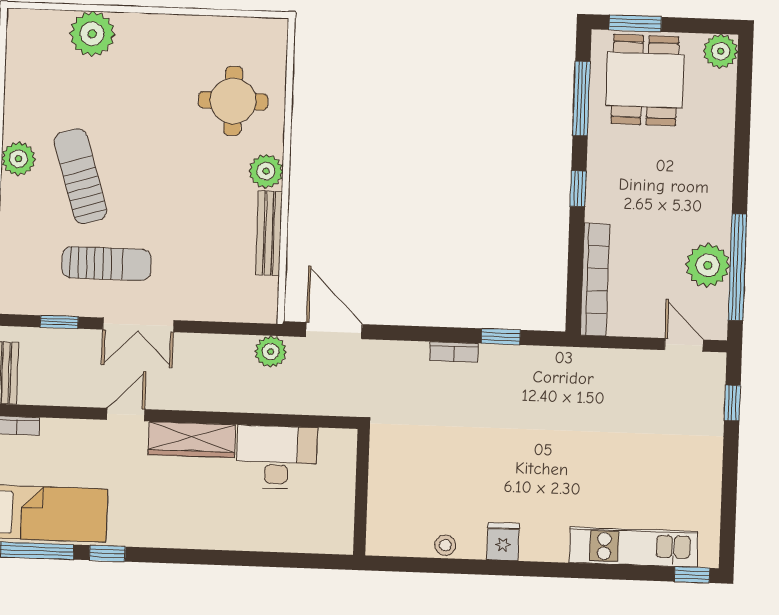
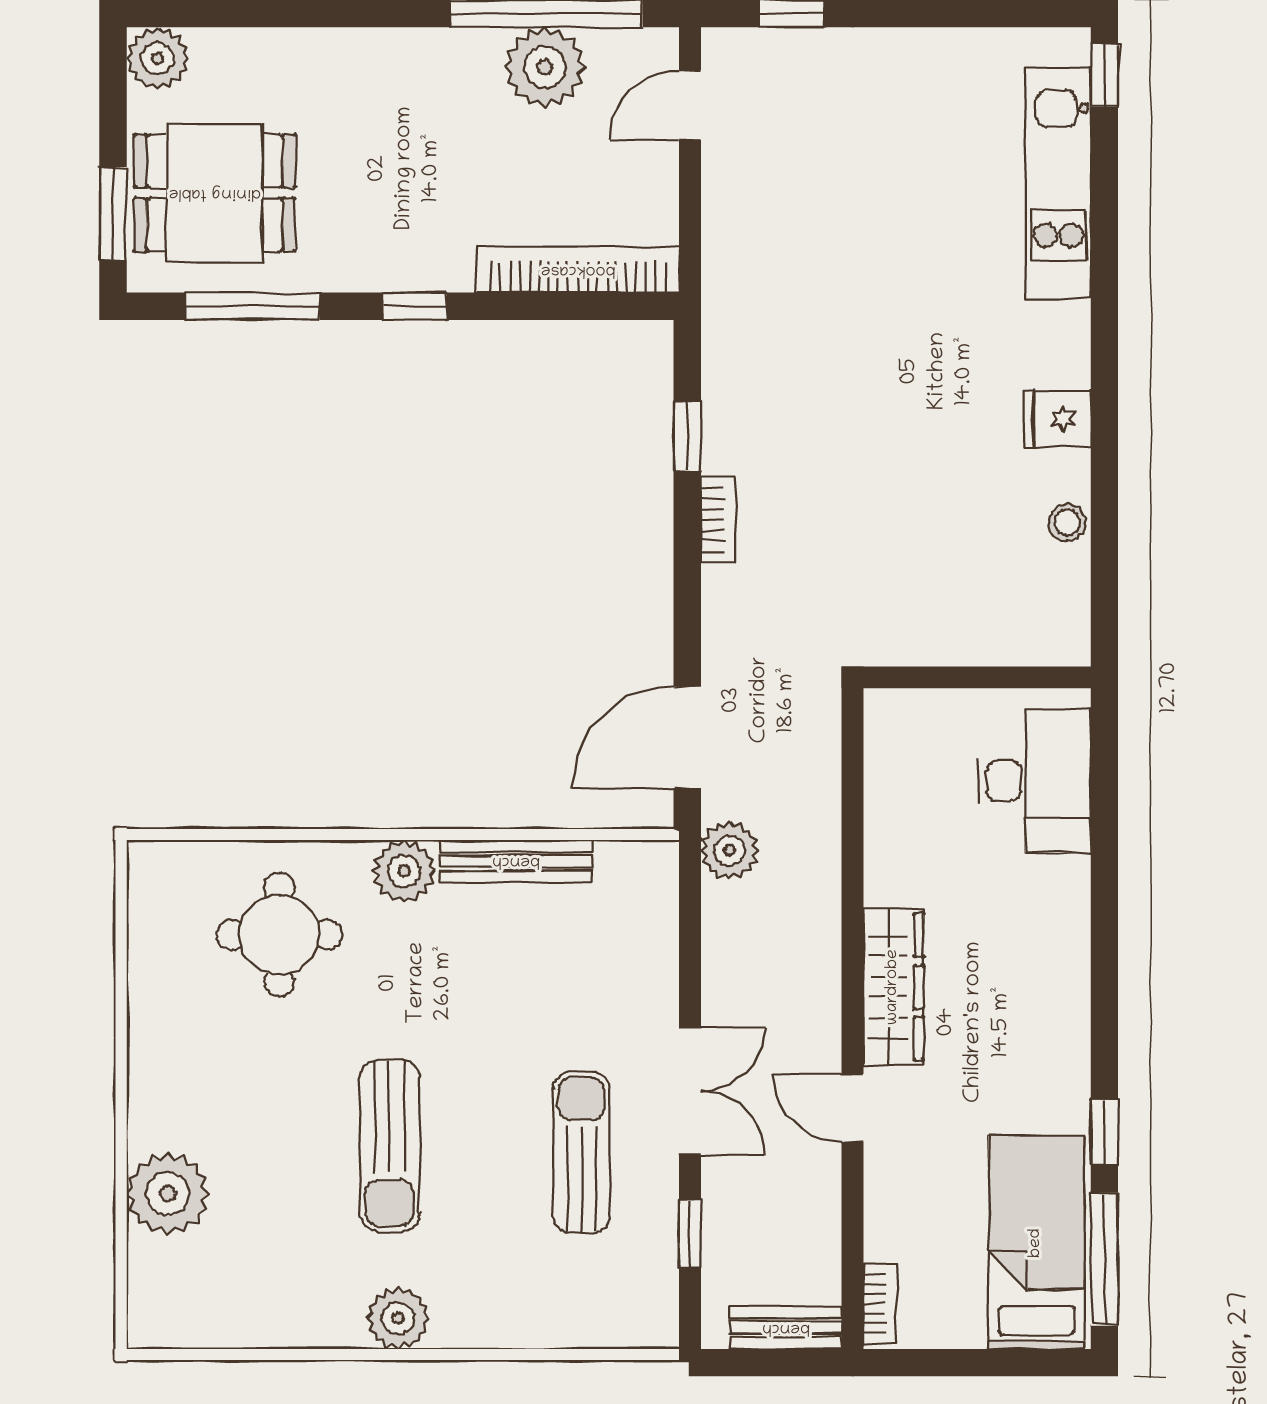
sun lounger: (80, 176) -> (389, 1145), moved, turned -73
desk: (277, 457) -> (1034, 781), moved, turned 180

